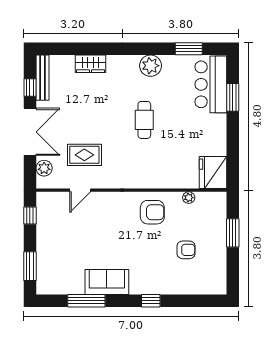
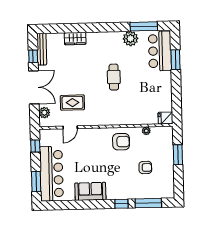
window: (189, 49) -> (144, 26), width x1.44
plant: (151, 66) -> (130, 39), moved
fridge: (213, 172) -> (165, 118), width x0.53, depth x0.75
bar counter: (52, 255) -> (51, 174), added
window: (86, 301) -> (148, 203), moved

